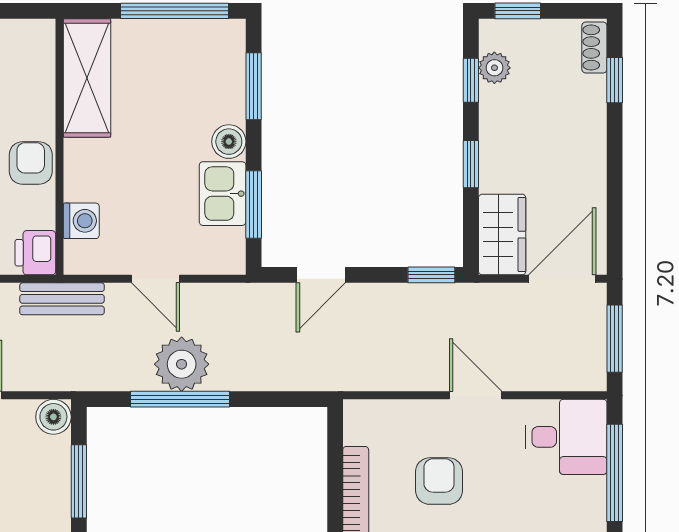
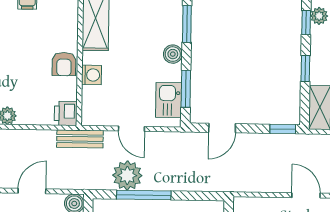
armchair: (31, 163) -> (64, 64), turned 180
kitchen sink: (223, 194) -> (169, 100), moved
washing machine: (81, 221) -> (92, 75), moved
plant: (182, 364) -> (127, 175), moved

